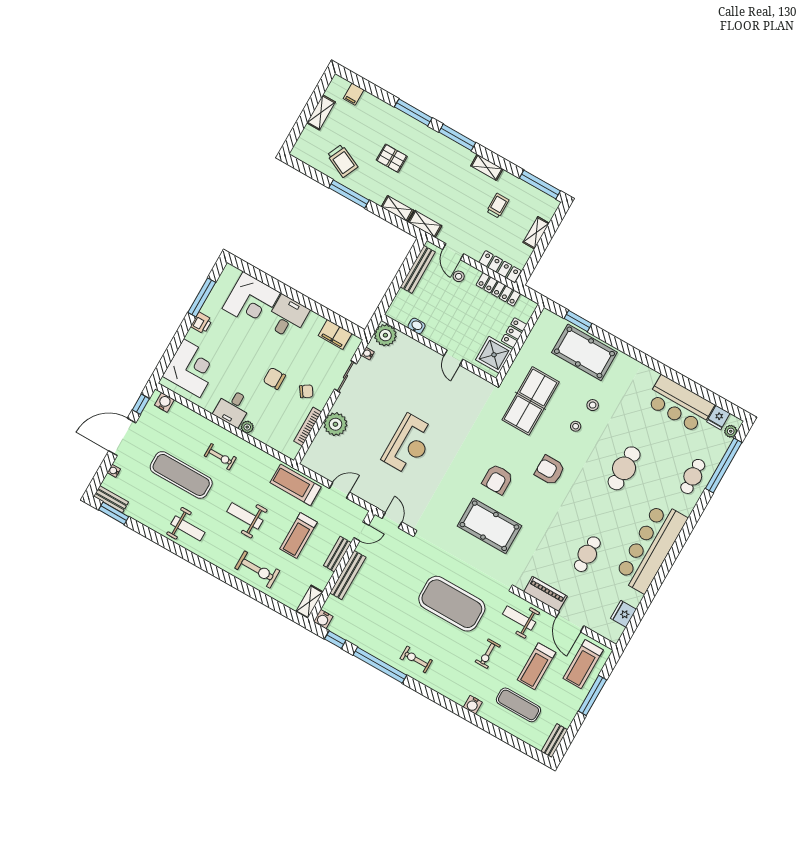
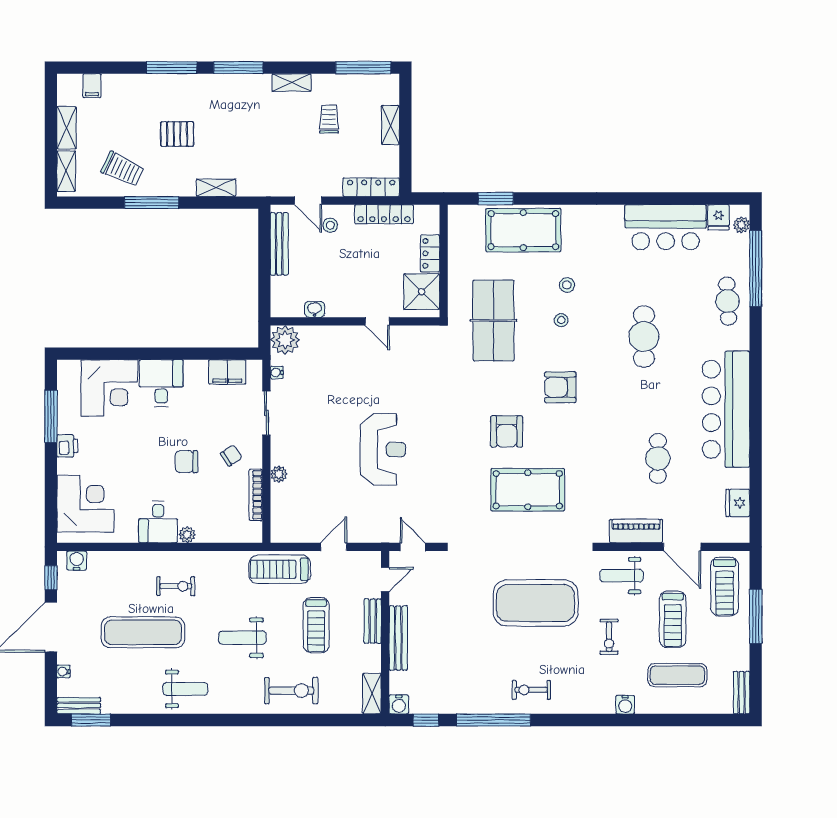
shelving: (425, 224) -> (66, 171), moved, turned 90
plant: (335, 424) -> (279, 474), width x0.53, depth x0.53

